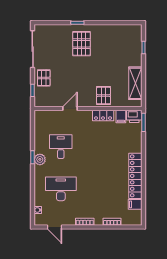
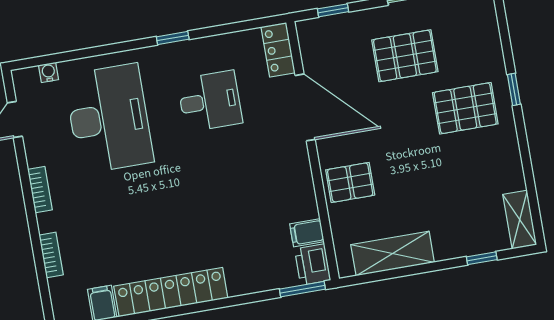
shelving: (130, 29) -> (520, 220), added
pallet: (44, 78) -> (405, 56), moved, width x1.50, depth x1.42
door: (70, 109) -> (305, 107), width x1.88
locker: (103, 115) -> (278, 50), moved
plant: (40, 159) -> (171, 56), removed
desk: (61, 189) -> (109, 119), width x1.36, depth x1.30

